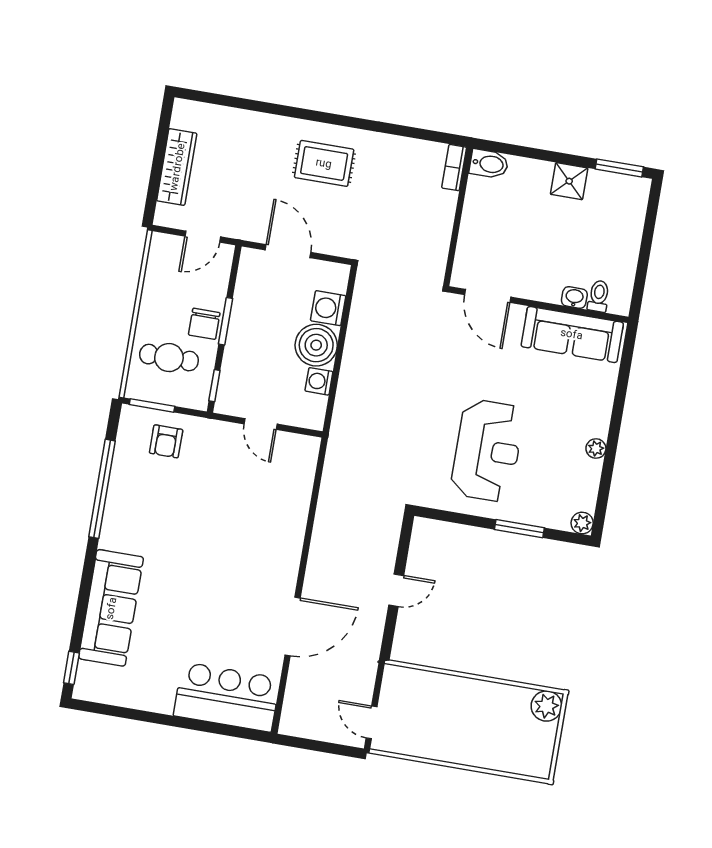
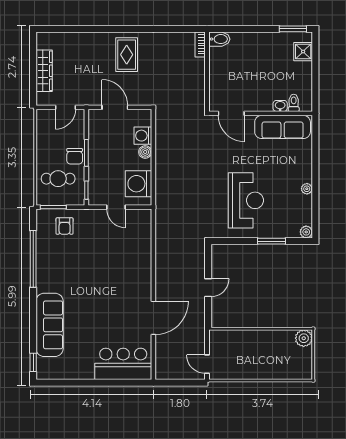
rug: (324, 163) -> (127, 55), turned 90
shower: (569, 181) -> (303, 52), moved
boiler: (316, 345) -> (145, 152), width x0.54, depth x0.54
washing machine: (319, 381) -> (139, 184), width x1.89, depth x1.89

